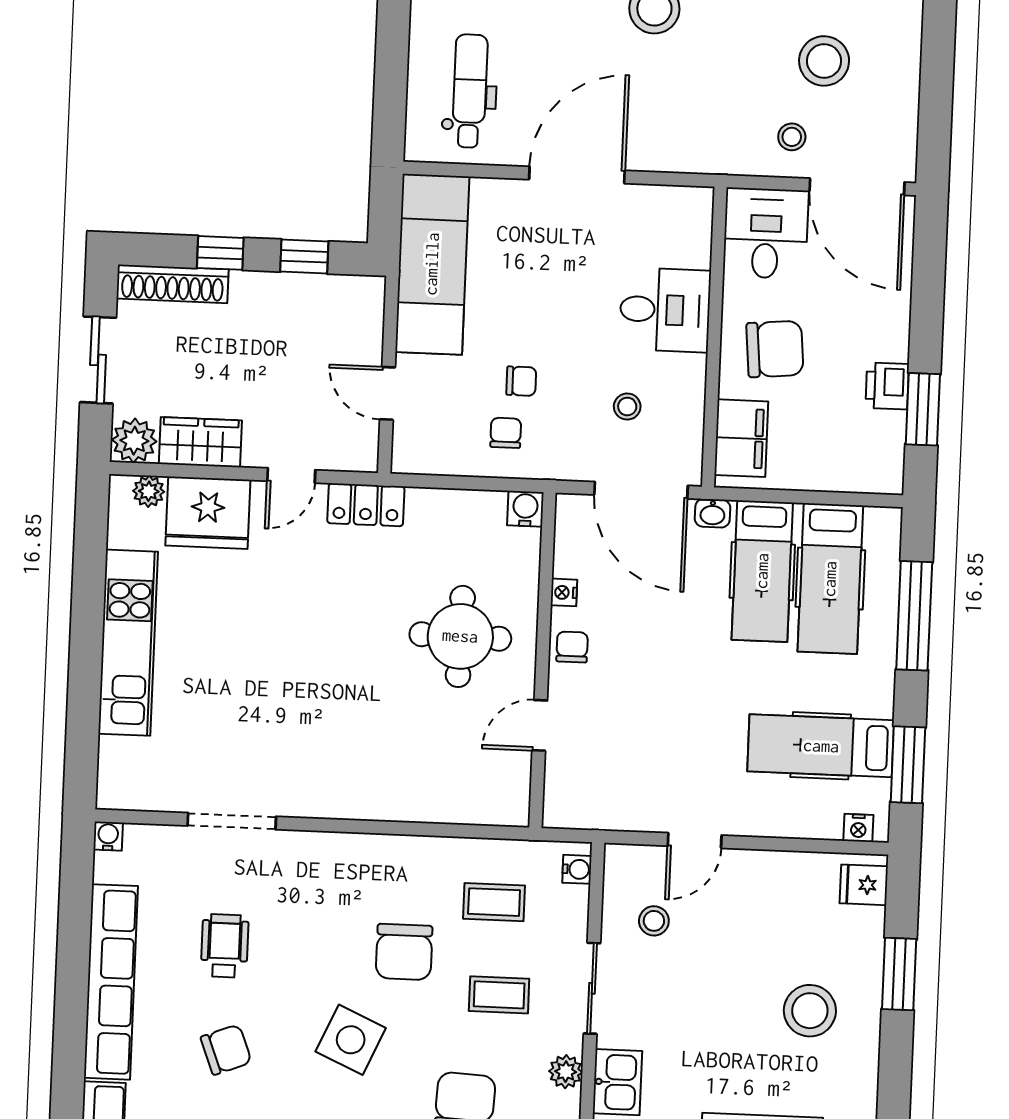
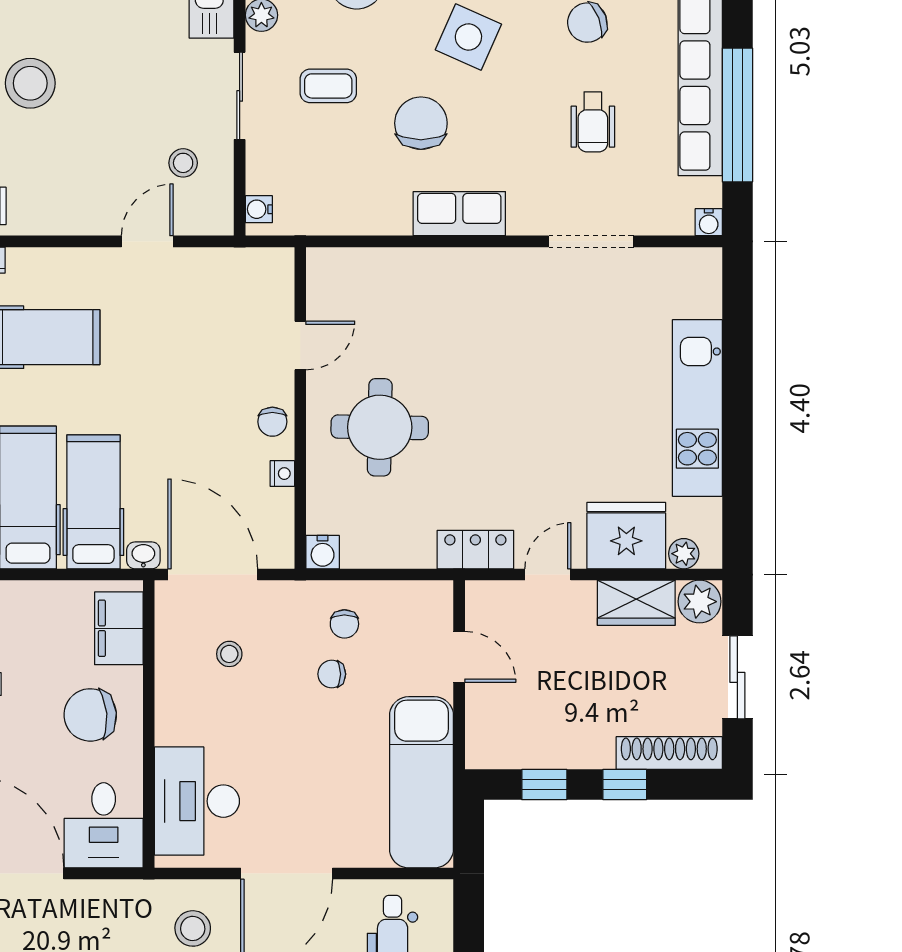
stool: (792, 137) -> (193, 928), moved, width x1.37, depth x1.37
desk: (665, 310) -> (197, 801), moved, width x1.37
row of seats: (368, 856) -> (459, 214), added
coffee table: (494, 902) -> (337, 175), removed
window: (74, 947) -> (737, 115), added

